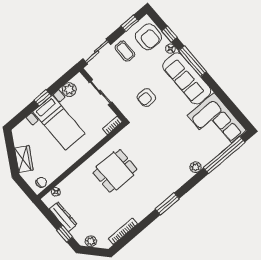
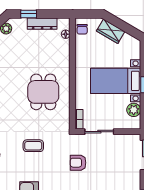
coffee table: (125, 51) -> (33, 146), moved
sliding door: (100, 92) -> (99, 132), moved
armchair: (146, 98) -> (78, 163), turned -90

